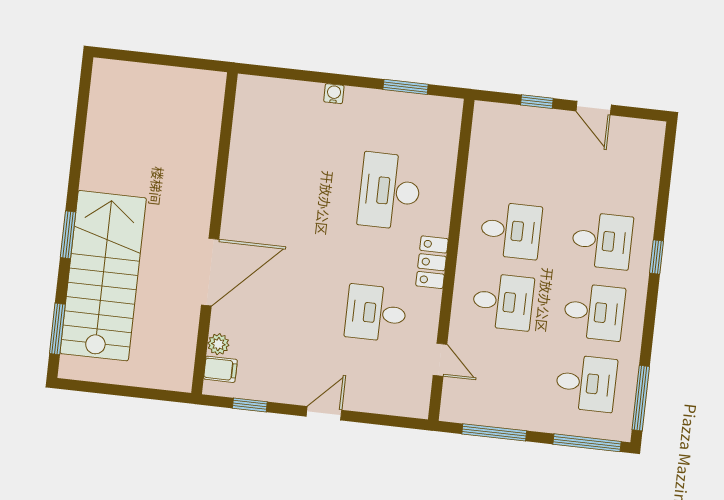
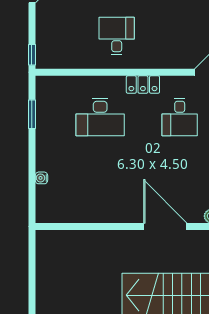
water cooler: (334, 94) -> (41, 178), moved
window: (537, 102) -> (32, 55), moved
desk: (503, 302) -> (163, 36), removed

